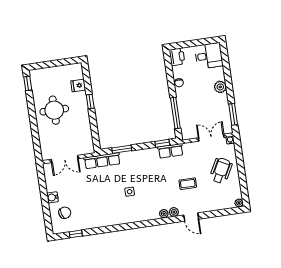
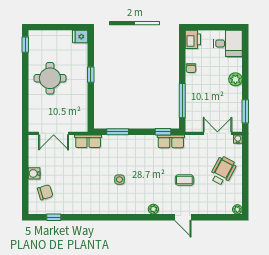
fridge: (78, 85) -> (80, 37), moved
row of seats: (102, 161) -> (88, 141), width x0.68
plant: (174, 212) -> (165, 209), removed

